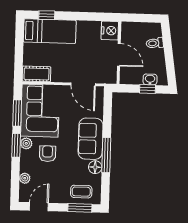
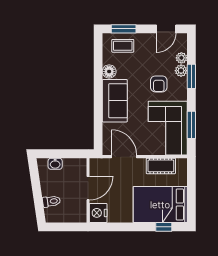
bed: (50, 31) -> (160, 205), width x1.50
door: (119, 55) -> (88, 188), swing flipped
cot: (36, 74) -> (161, 166), moved
window: (147, 89) -> (58, 154), removed
plant: (26, 143) -> (181, 71), moved
window: (16, 145) -> (191, 76), moved
window: (106, 155) -> (98, 84), removed

